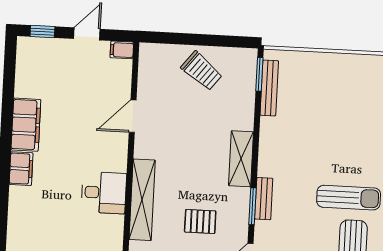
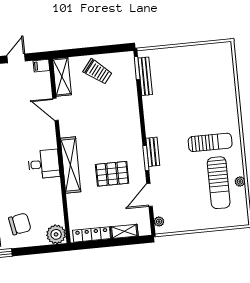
door: (133, 116) -> (56, 109), hinge flipped
shelving: (241, 159) -> (62, 77), moved
pallet: (200, 221) -> (112, 174), width x1.50, depth x1.42

